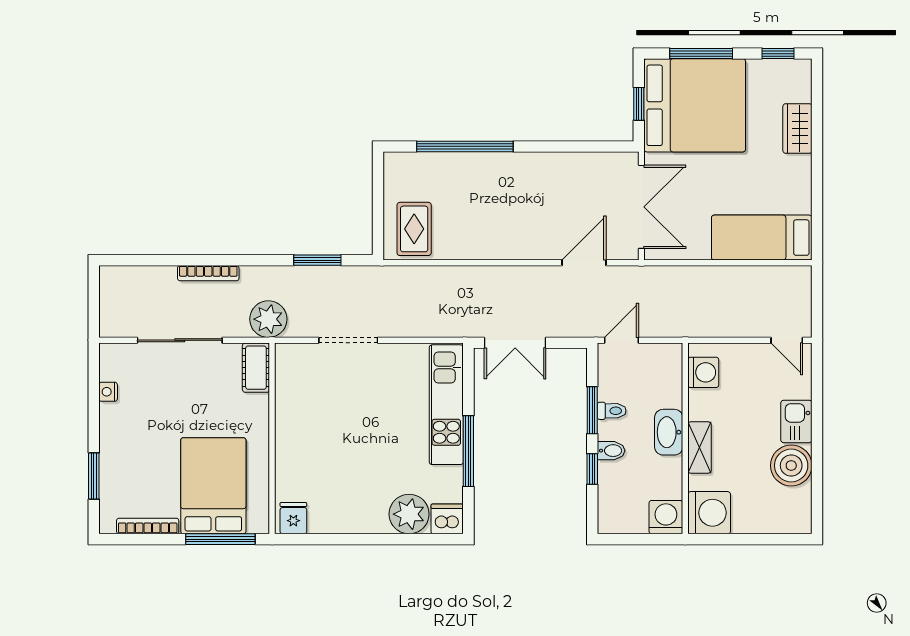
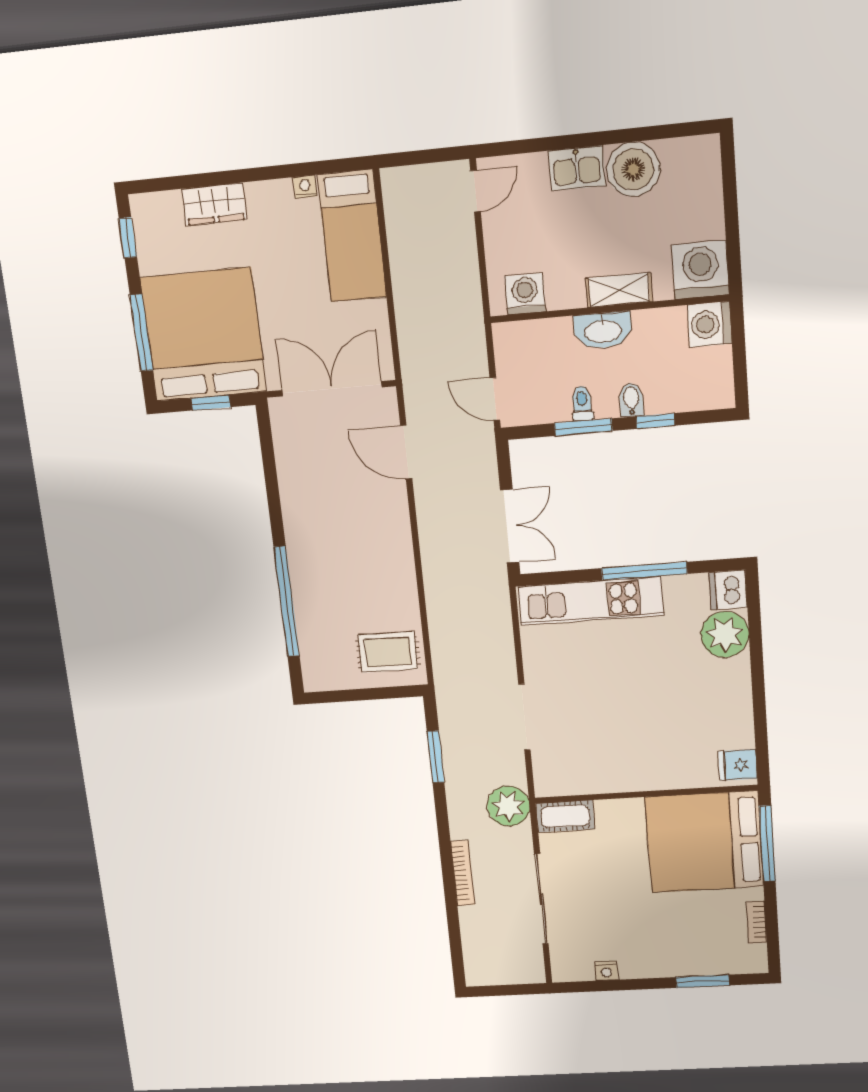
nightstand: (804, 204) -> (305, 187), added
bed: (213, 486) -> (705, 842), width x1.36
bookcase: (148, 526) -> (757, 922), width x0.64

